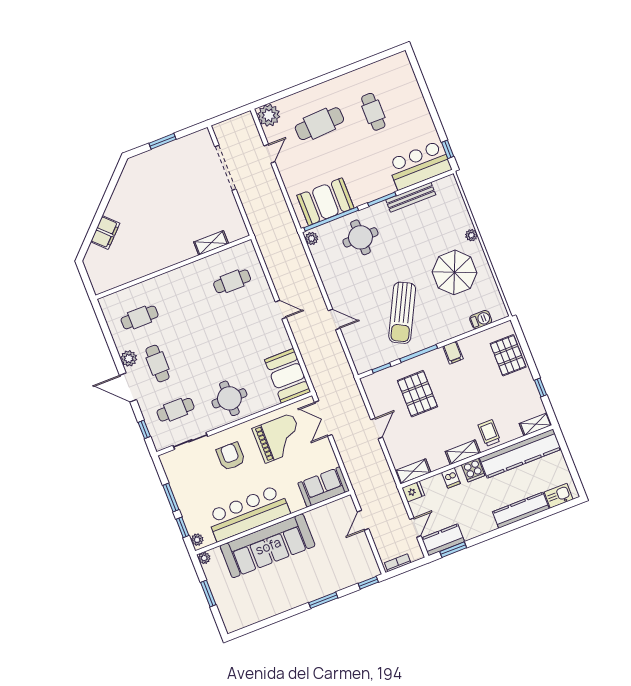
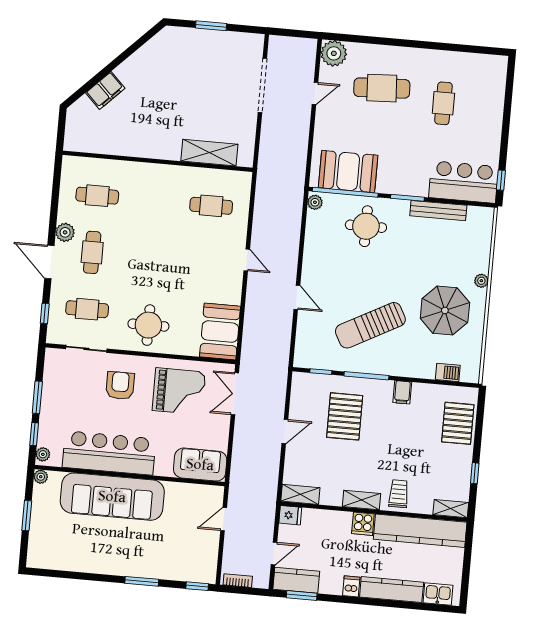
shelving: (211, 243) -> (209, 153), width x1.50, depth x1.33
sun lounger: (402, 313) -> (370, 325), turned 35
dishwasher: (451, 478) -> (351, 586), moved, turned 180

